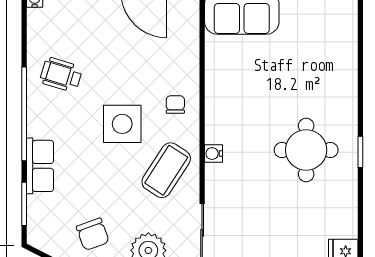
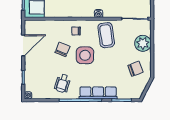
chair: (135, 75) -> (62, 49), added
row of seats: (40, 166) -> (98, 93), width x1.48
coffee table: (166, 170) -> (106, 35), turned 49

